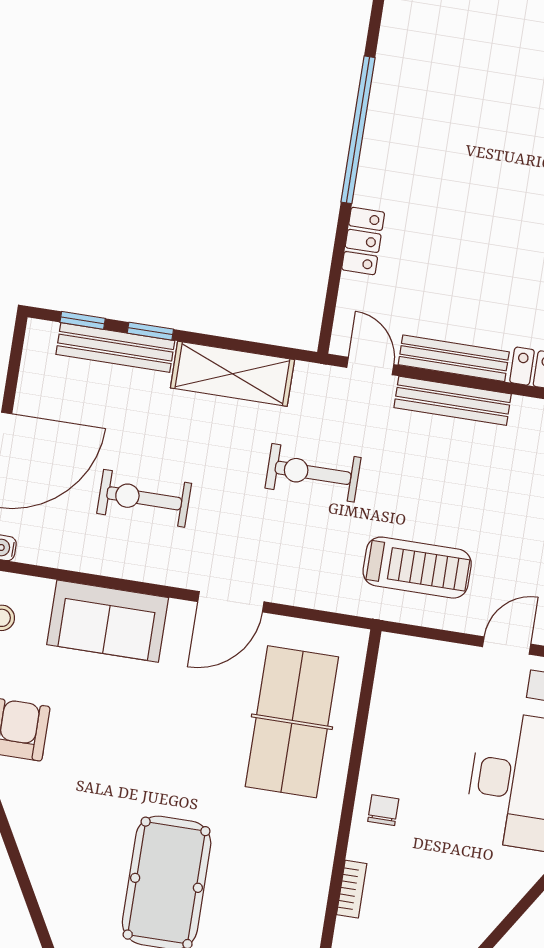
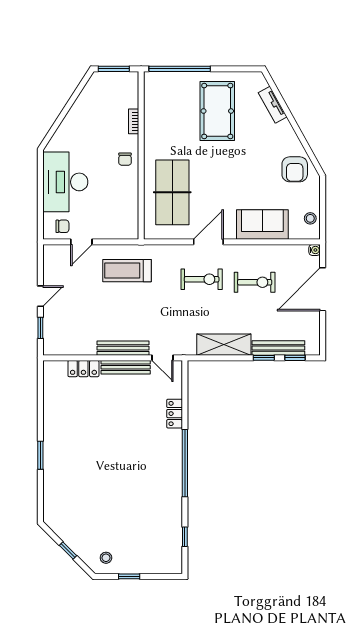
exercise bike: (313, 473) -> (202, 279), moved
tv unit: (44, 877) -> (273, 105), added

